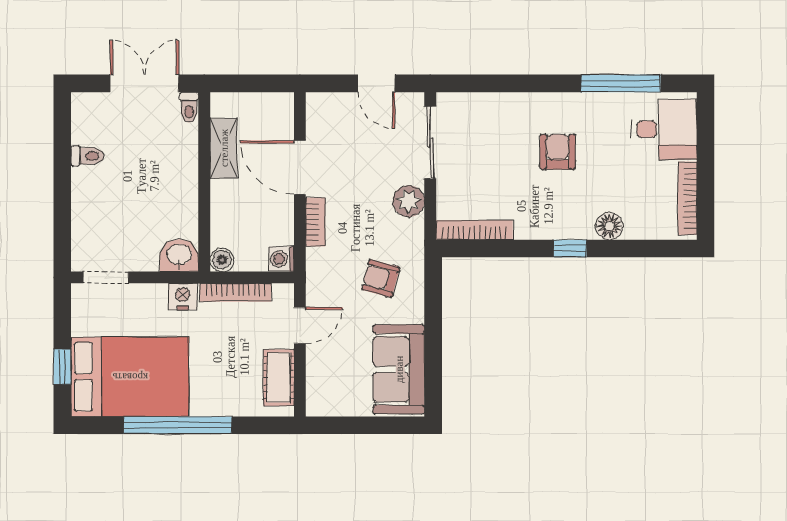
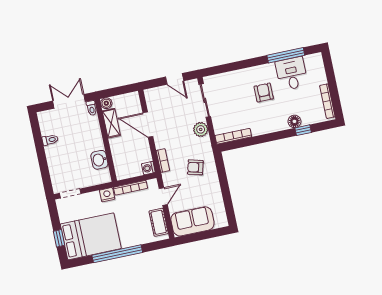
desk: (664, 129) -> (292, 74), moved, turned -90
bookcase: (315, 222) -> (163, 160), moved
window: (570, 248) -> (303, 130), moved
washbasin: (179, 255) -> (99, 160), moved, turned -90
boiler: (222, 260) -> (106, 103), moved
sofa: (399, 369) -> (192, 221), moved, turned 90

